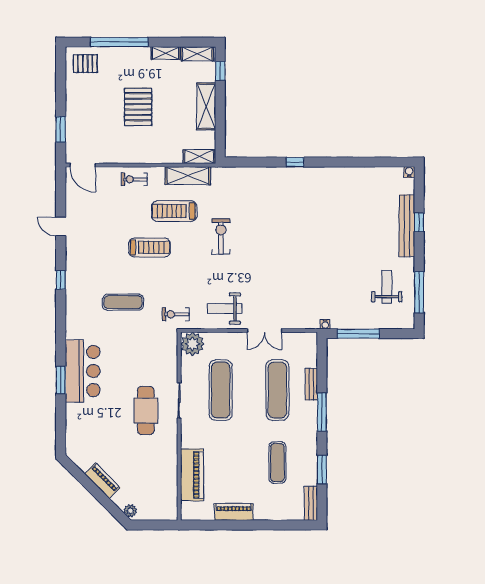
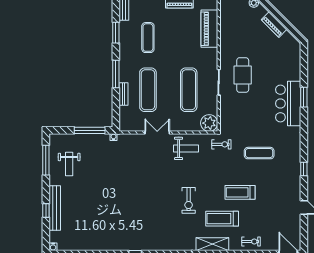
treadmill: (174, 211) -> (222, 219), turned 180

